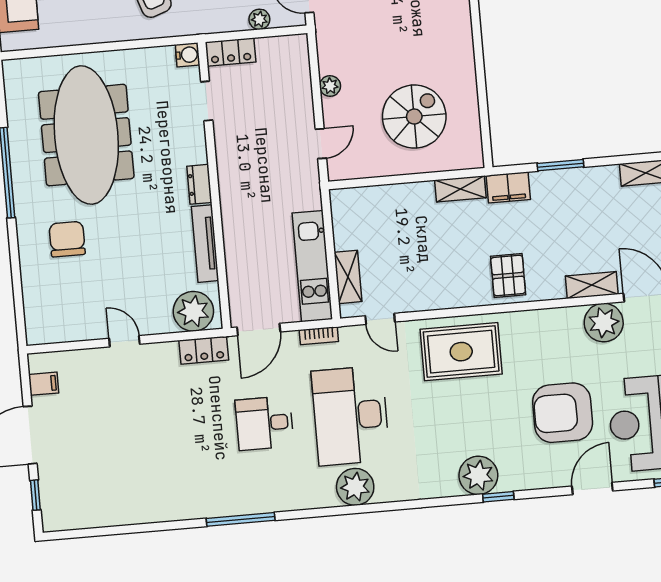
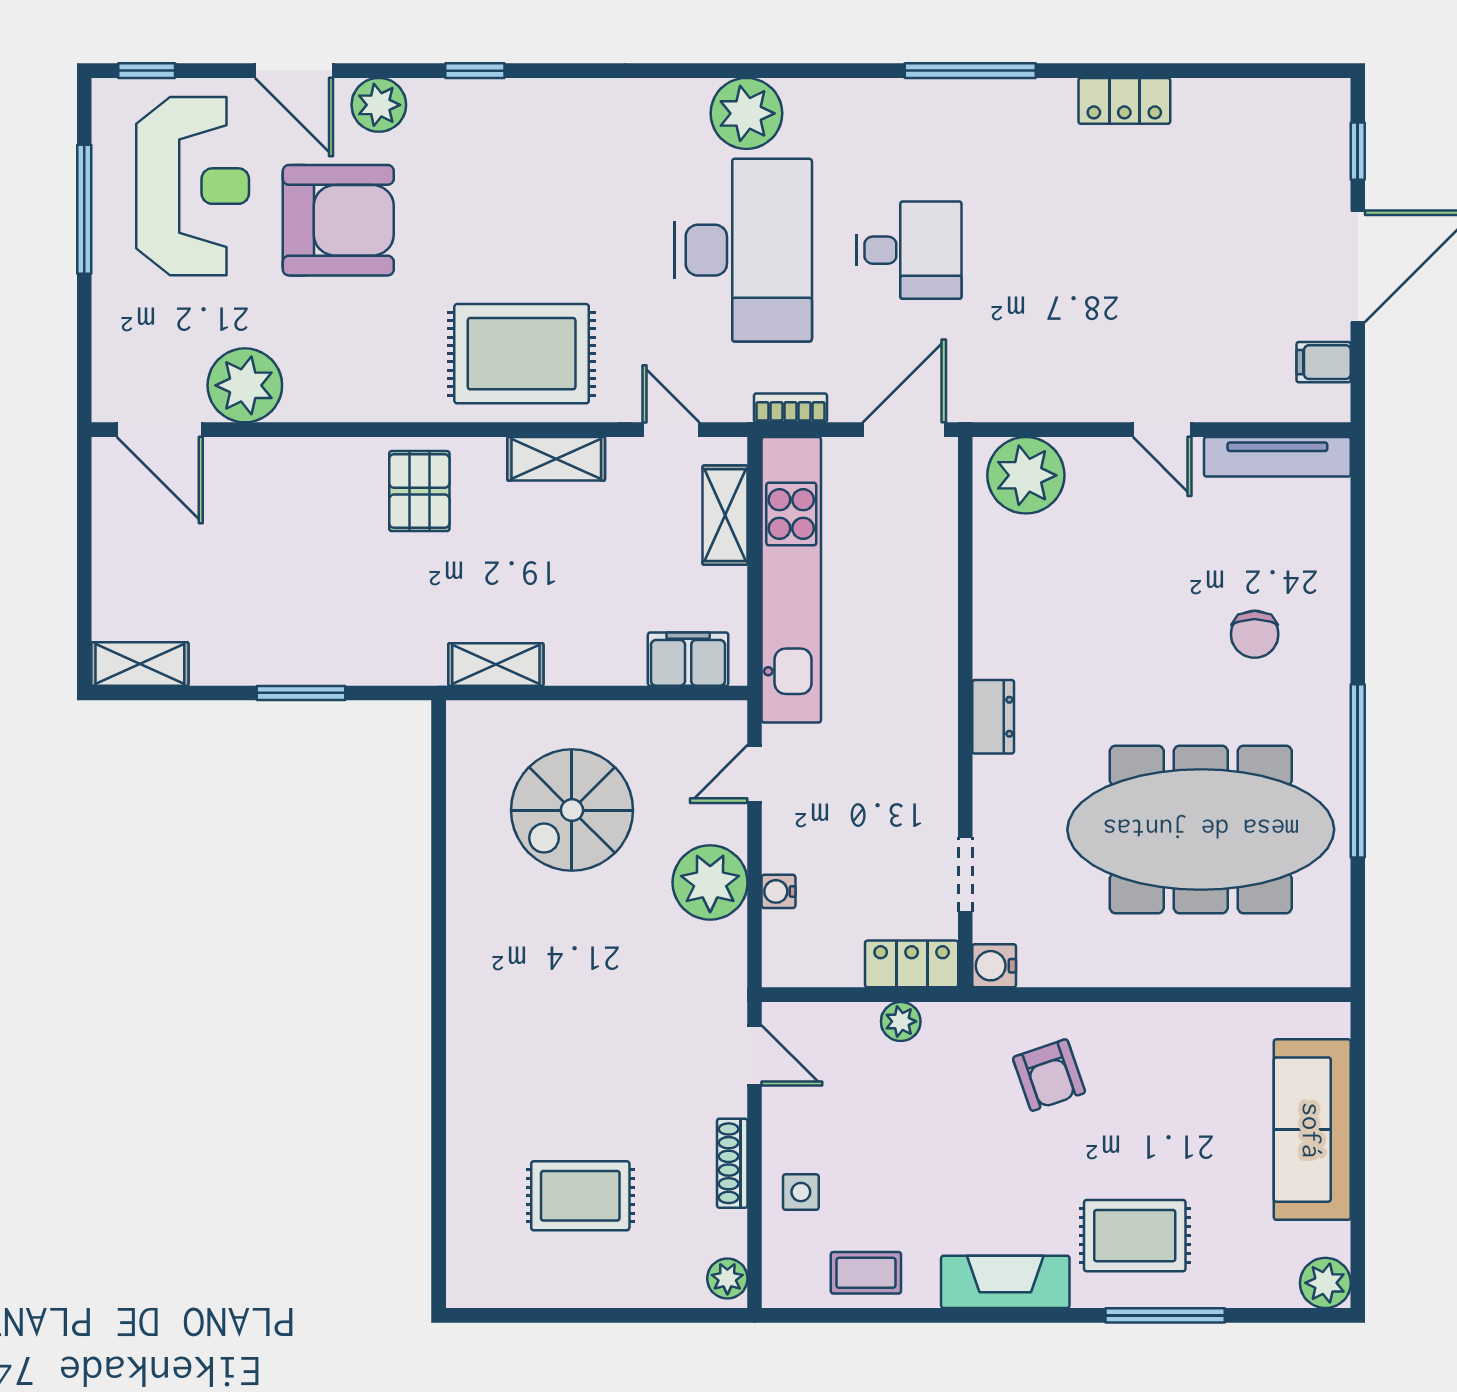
plant: (259, 19) -> (901, 1021), moved
water cooler: (303, 84) -> (779, 891), added
plant: (330, 86) -> (710, 882), width x1.87, depth x1.87
meeting table: (86, 135) -> (1201, 829), turned 90
filing cabinet: (508, 187) -> (688, 659), moved
chair: (67, 239) -> (1255, 634), width x0.73, depth x0.73
tv unit: (205, 244) -> (1277, 457), moved, turned 90
kitchen unit: (312, 266) -> (791, 580), width x1.36
shelving: (592, 285) -> (556, 459), moved
locker: (204, 350) -> (1124, 101), moved, turned 180
plant: (478, 475) -> (379, 105), moved, width x0.73, depth x0.73
door: (592, 489) -> (294, 71), hinge flipped

